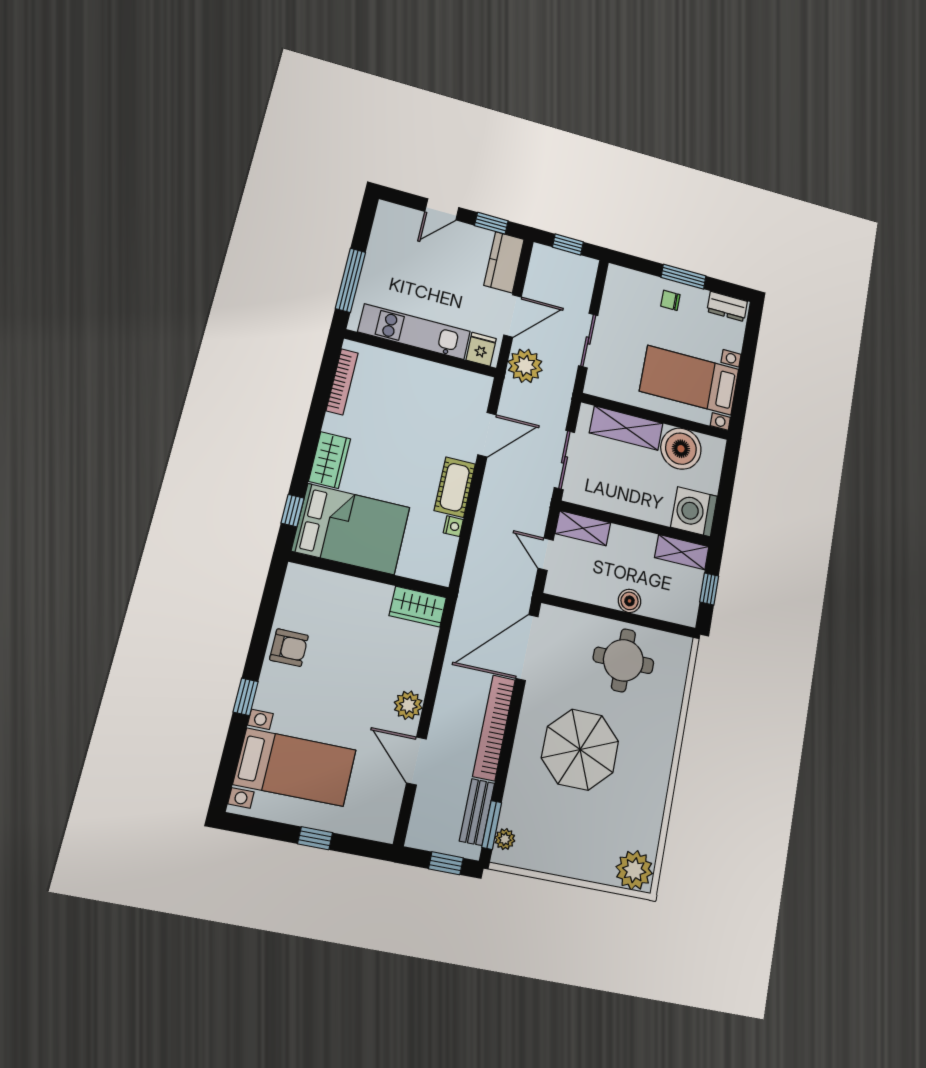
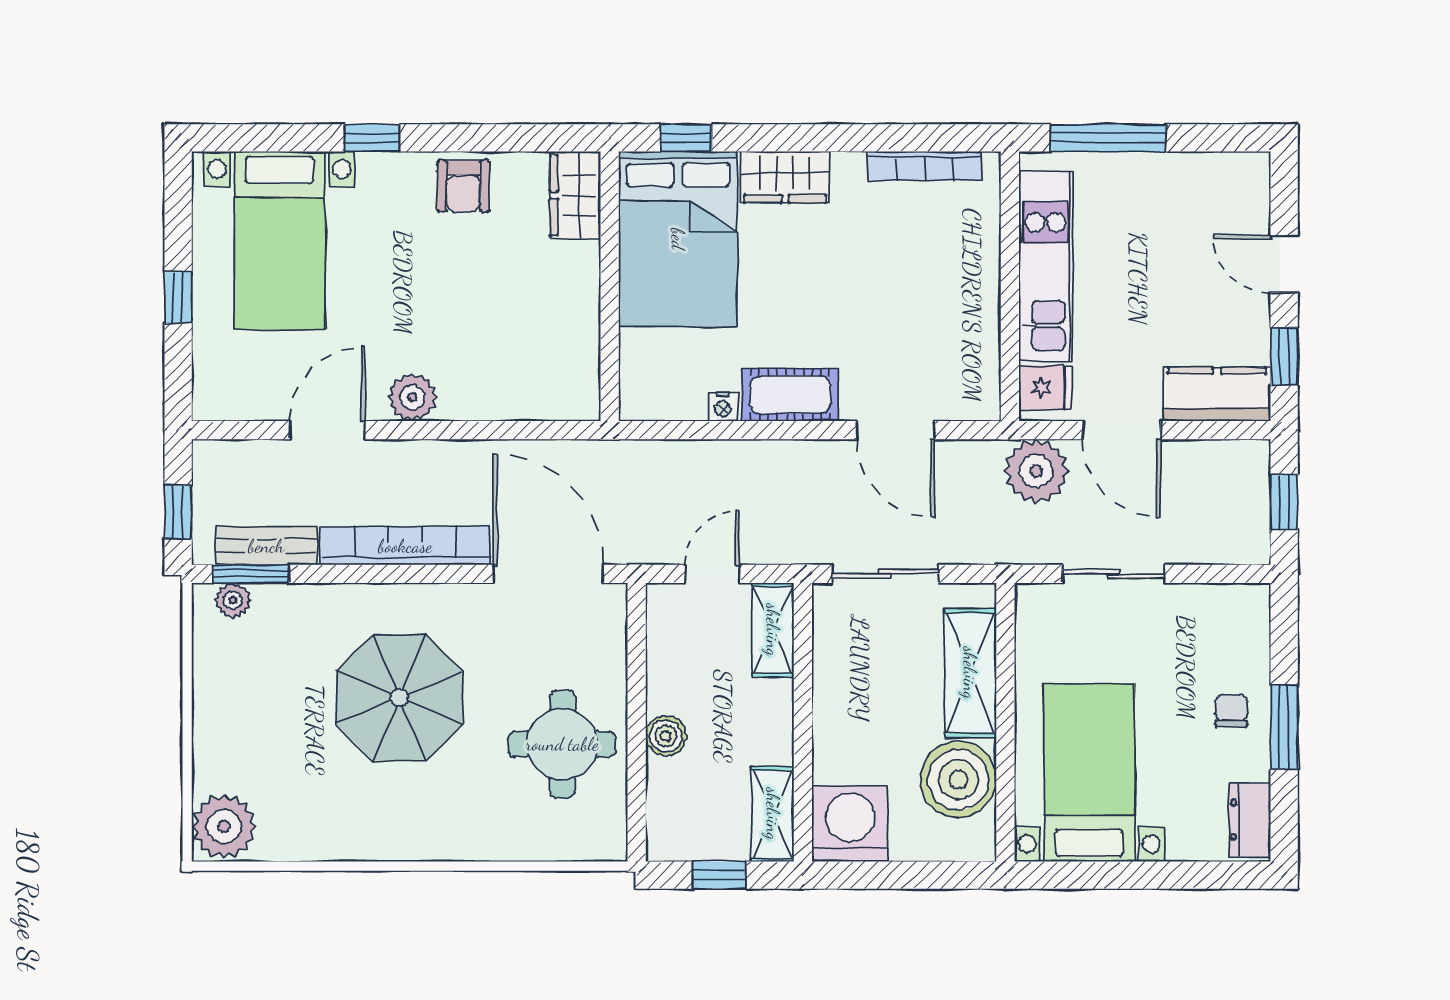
wardrobe: (418, 607) -> (575, 195), moved

